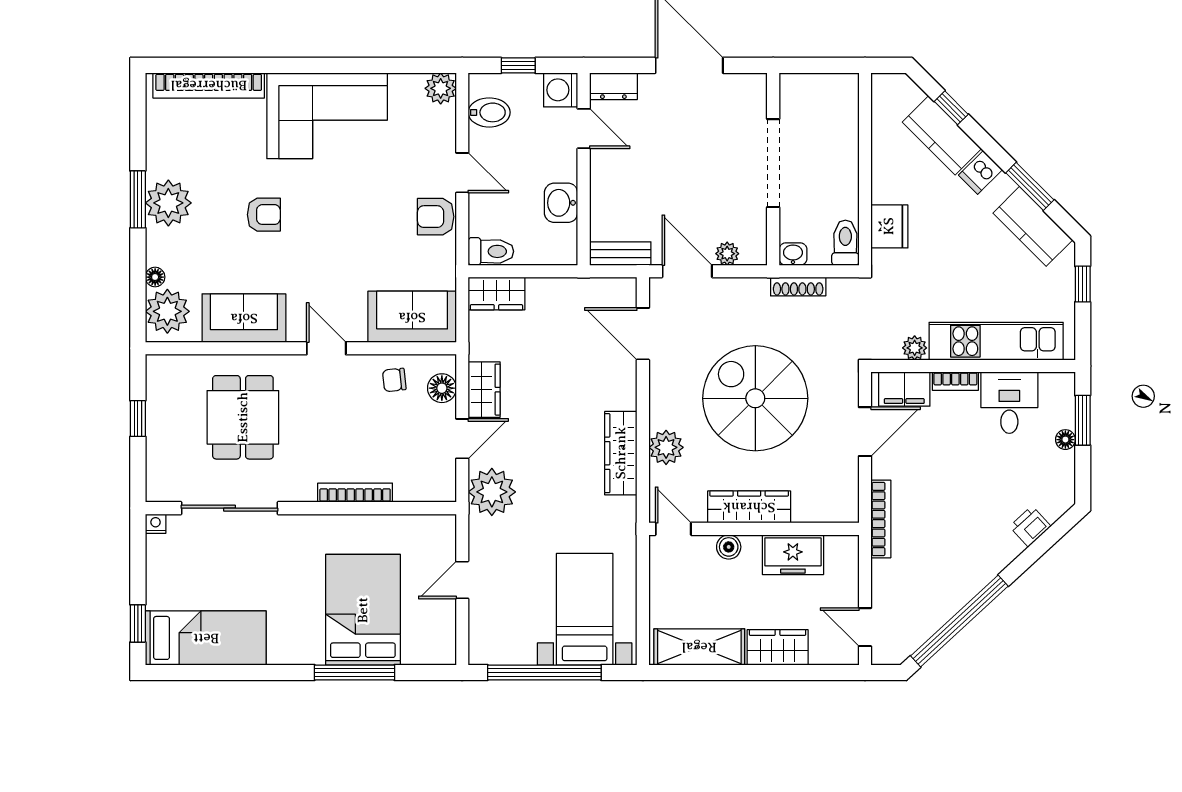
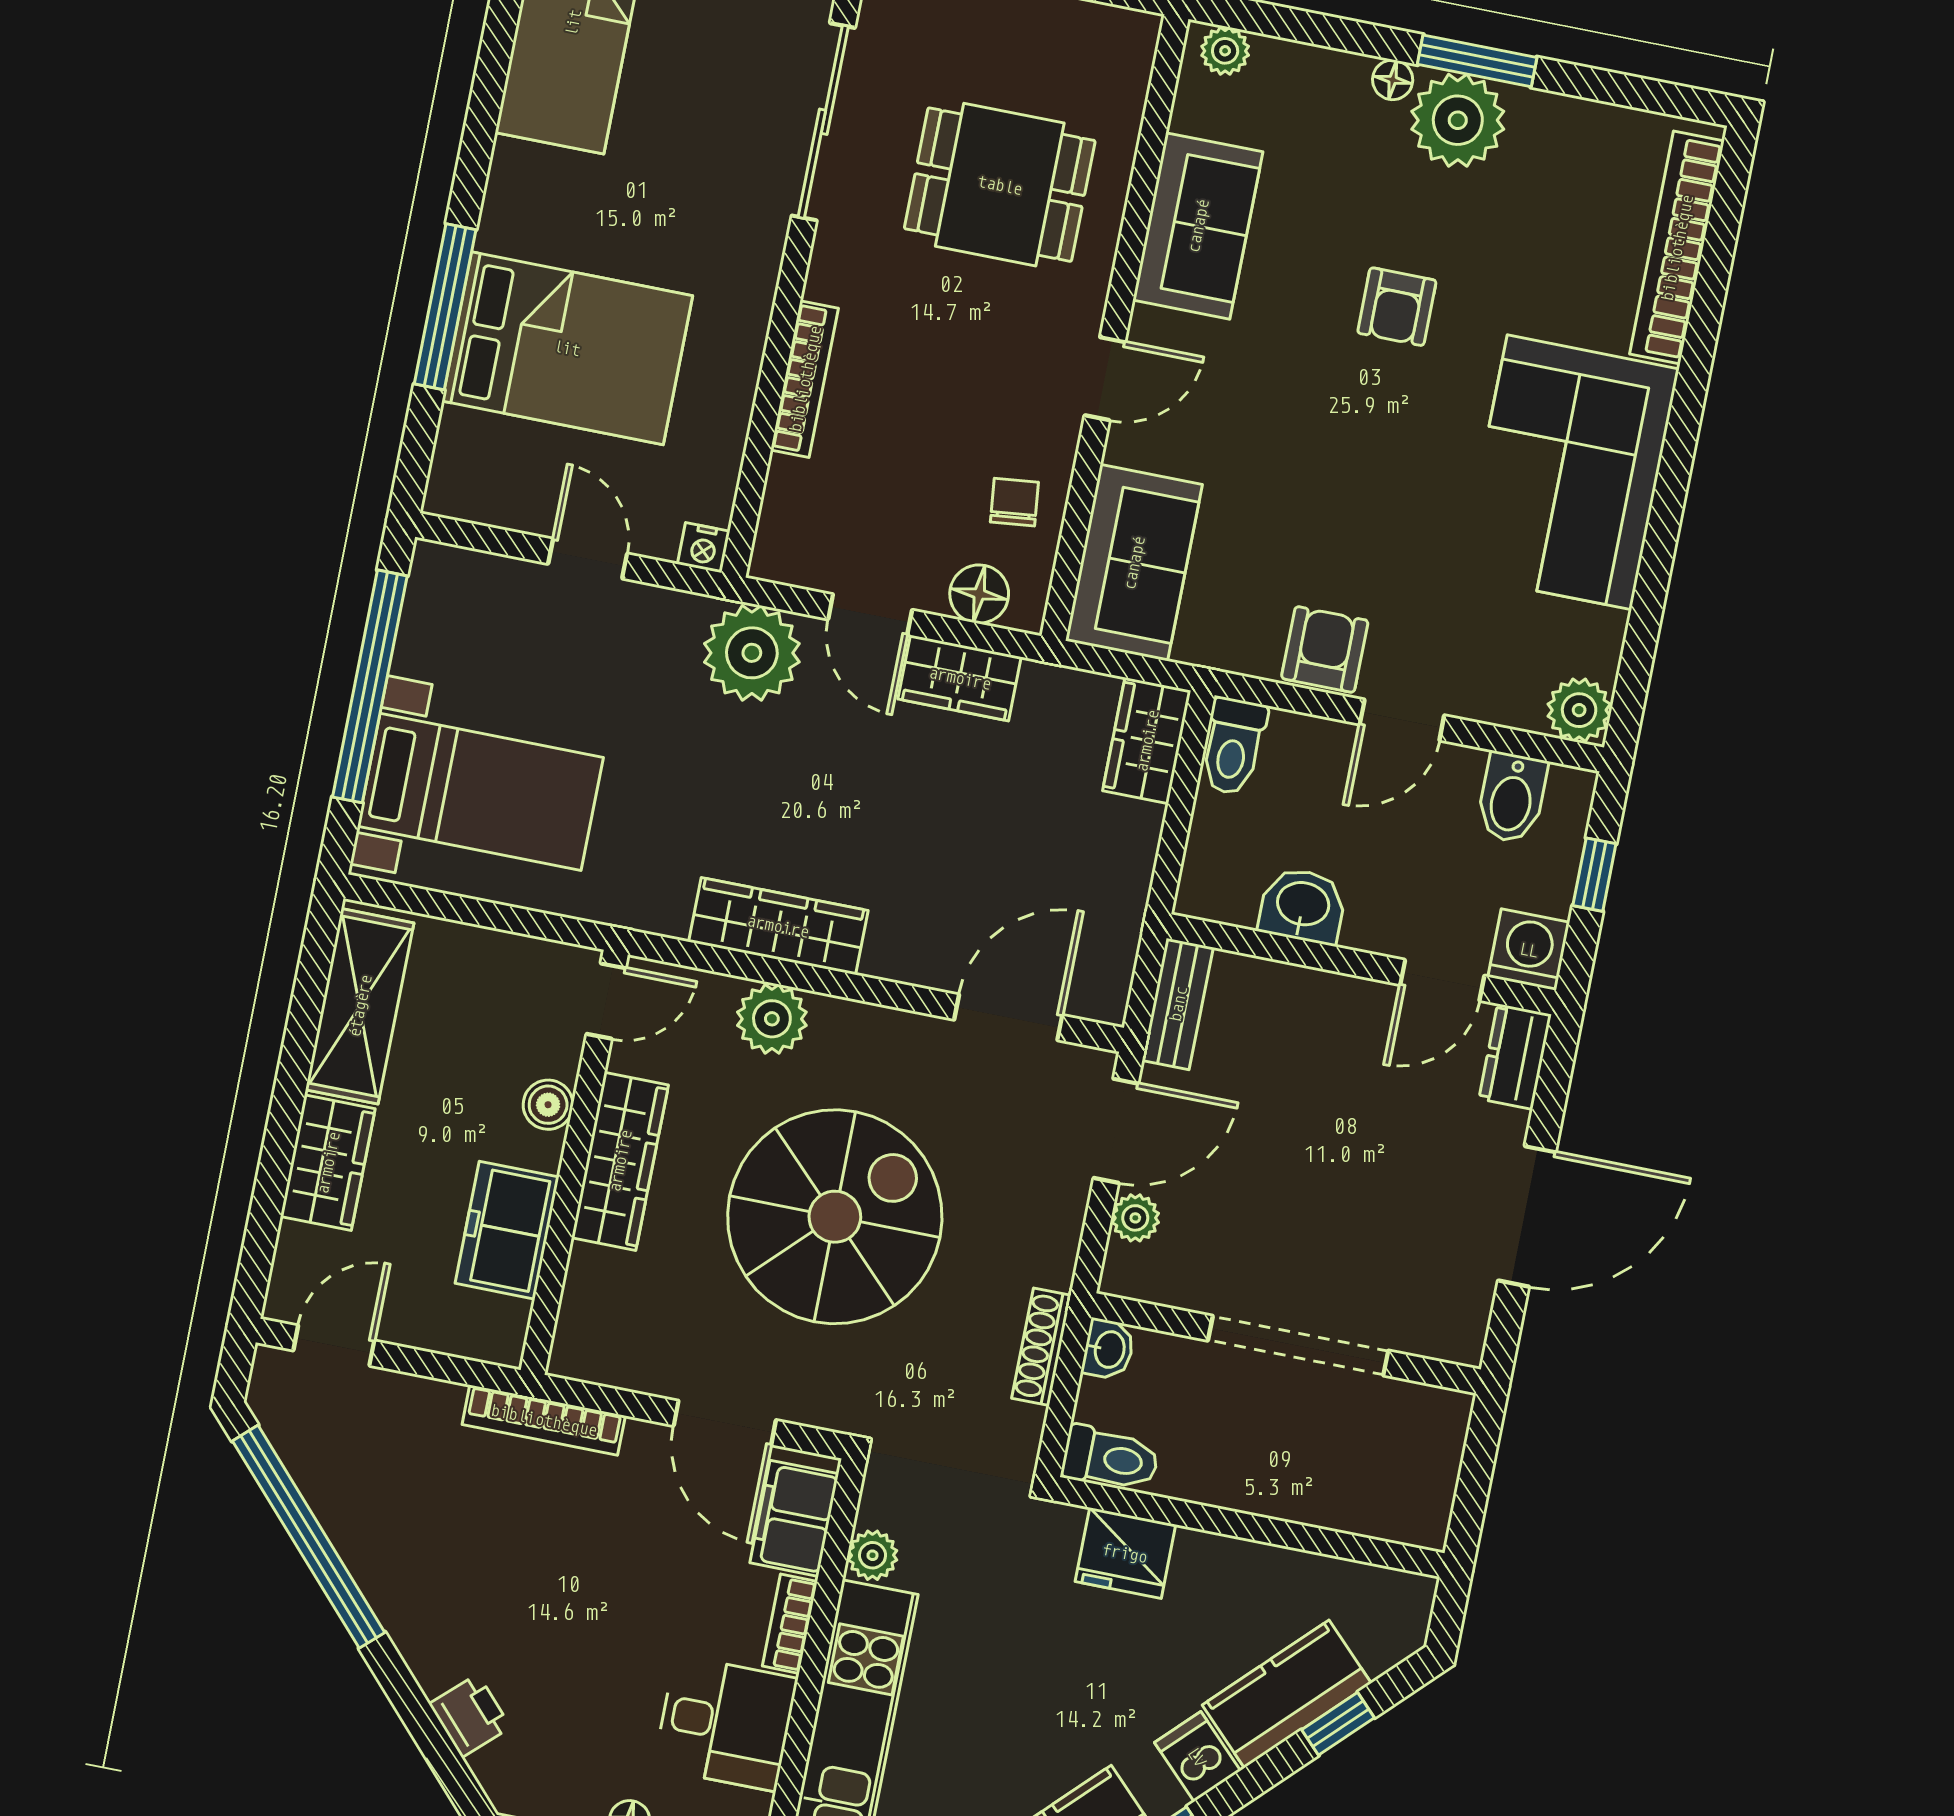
floor lamp: (155, 277) -> (1393, 80), moved
plant: (167, 311) -> (1225, 51), width x0.53, depth x0.53
nightstand: (446, 525) -> (704, 548), added

